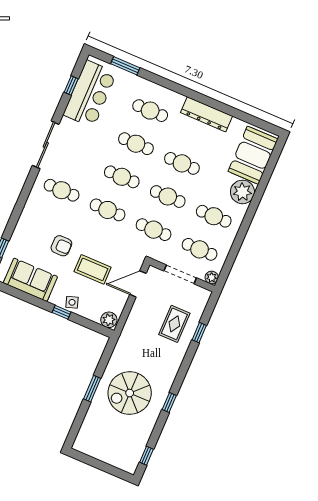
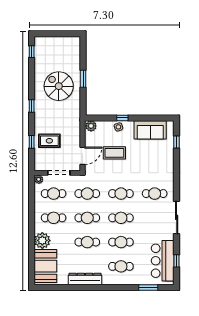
armchair: (61, 246) -> (140, 159), removed
rug: (174, 324) -> (49, 141), turned 90
spiral stairs: (130, 393) -> (59, 86), turned -90
window: (169, 402) -> (32, 106), moved

